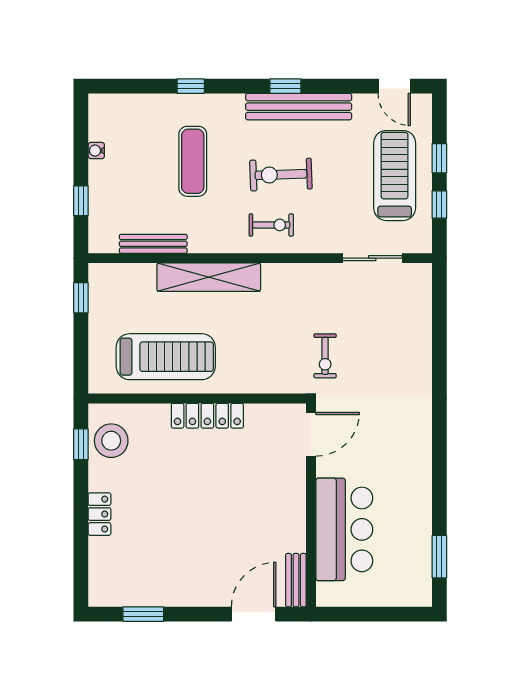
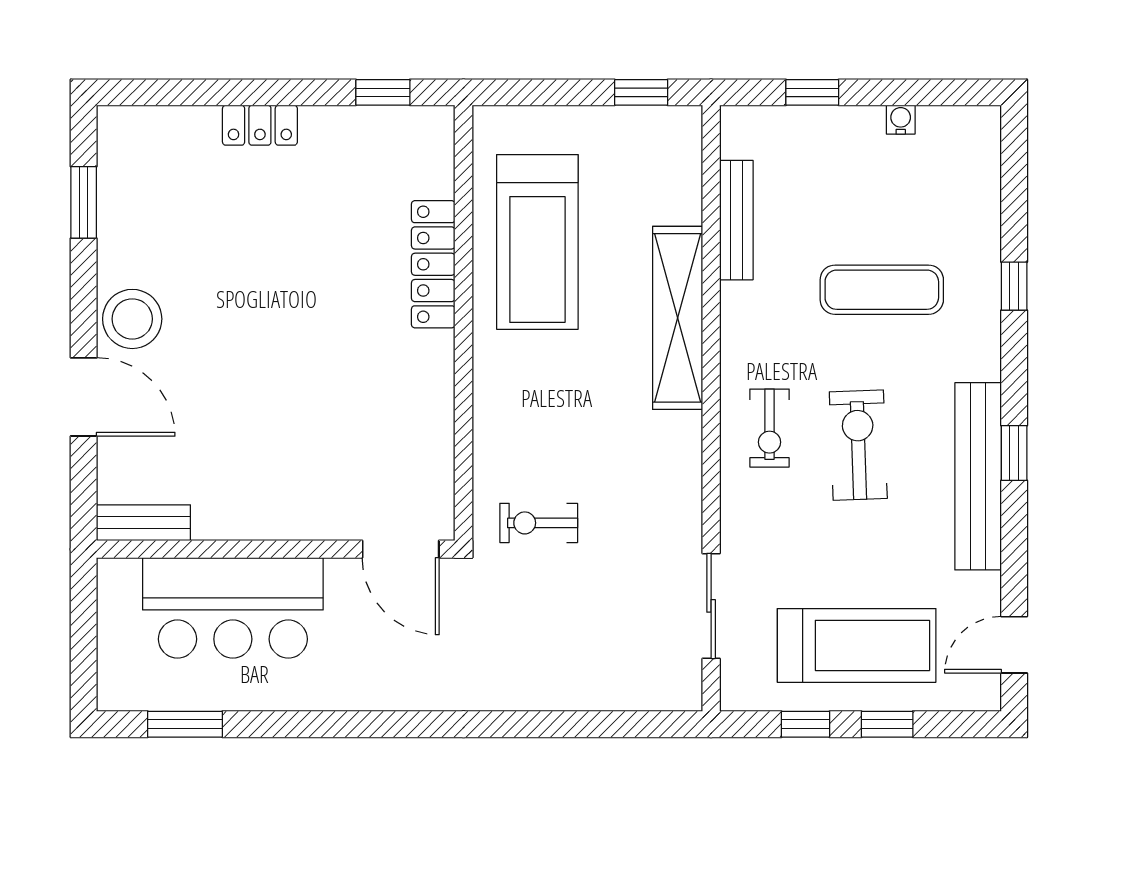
locker: (207, 416) -> (433, 264), moved
door: (311, 434) -> (401, 549), moved
stool: (111, 441) -> (132, 319), moved
wall: (311, 505) -> (276, 549), moved
bar counter: (344, 529) -> (233, 608), moved
bench: (296, 580) -> (143, 523), moved

